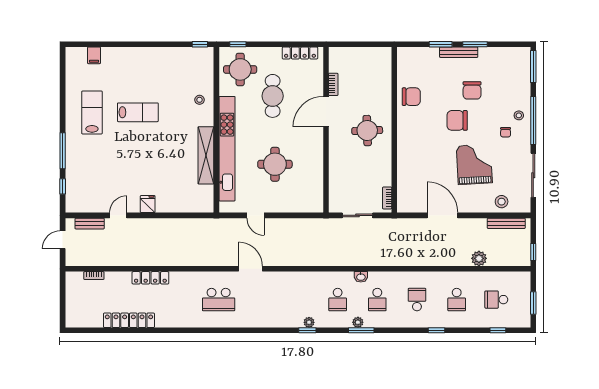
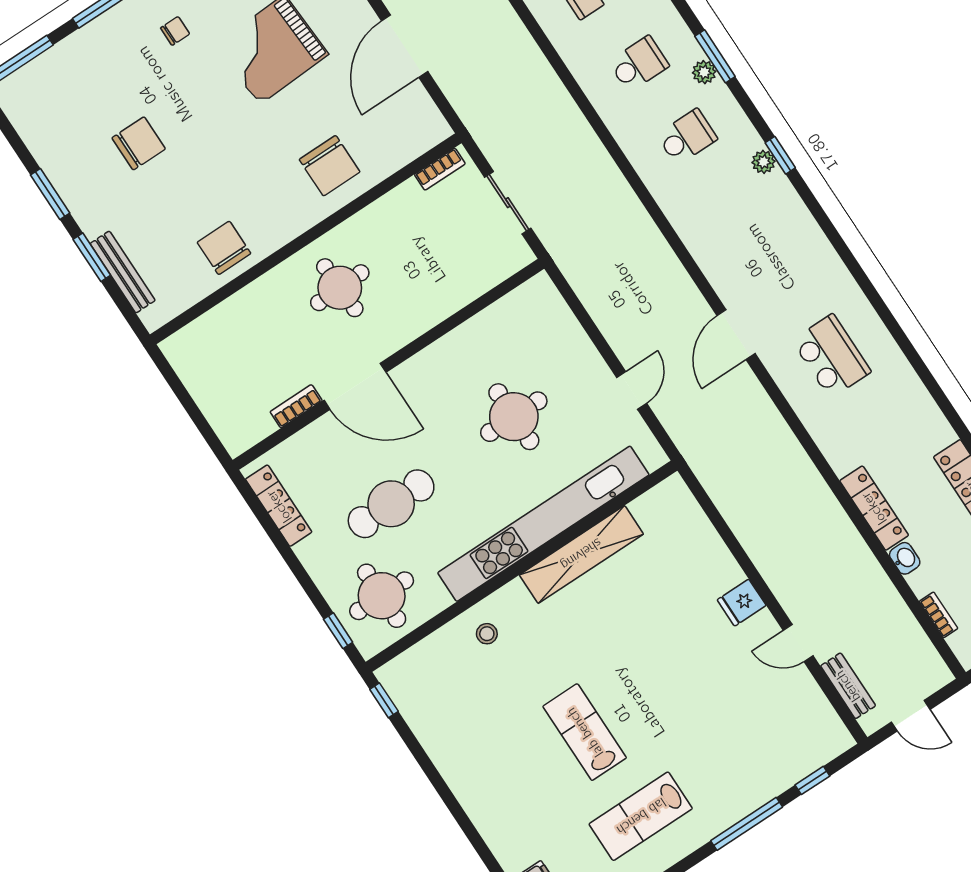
bench: (459, 52) -> (123, 272), moved
stool: (519, 115) -> (128, 27), removed
chair: (457, 120) -> (330, 166), moved
washbasin: (361, 277) -> (905, 558), moved

